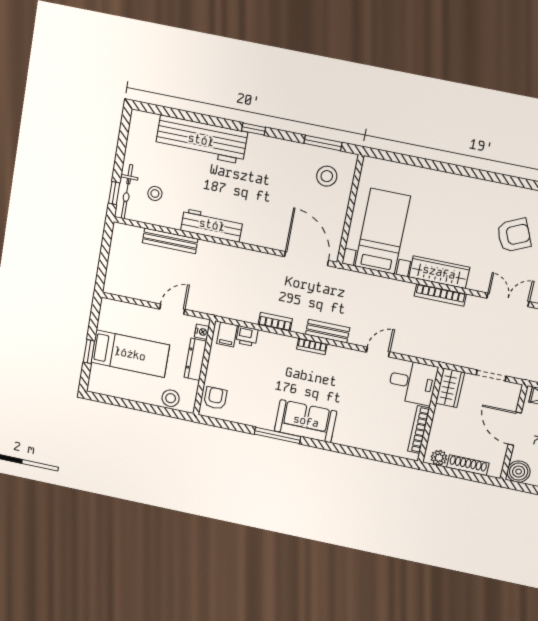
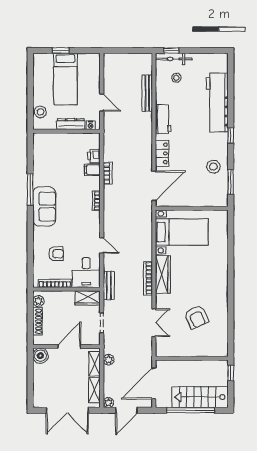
stool: (327, 176) -> (213, 167), moved
workbench: (212, 225) -> (163, 119), width x0.73
locker: (261, 237) -> (162, 153), added
bench: (328, 331) -> (109, 285), moved
filing cabinet: (227, 334) -> (92, 170), moved
armchair: (215, 398) -> (56, 254), moved

